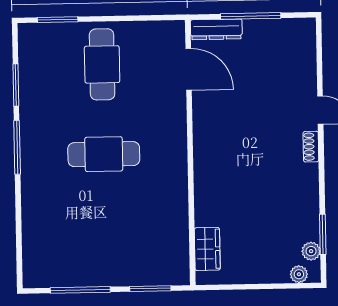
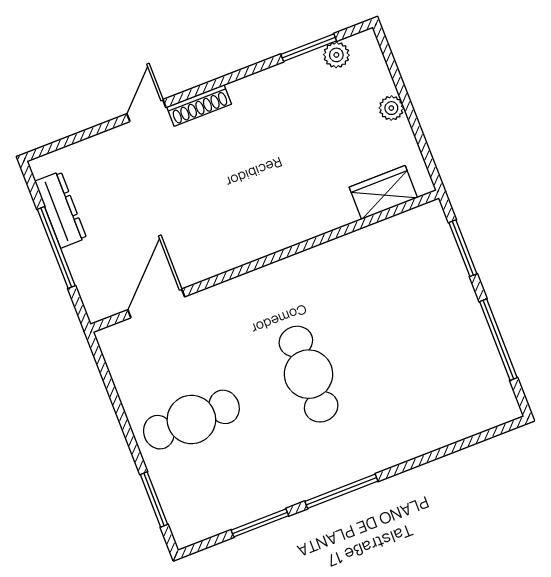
dresser: (216, 29) -> (61, 210), moved
shoe rack: (311, 147) -> (199, 105), width x1.43
plant: (299, 274) -> (391, 108), moved

